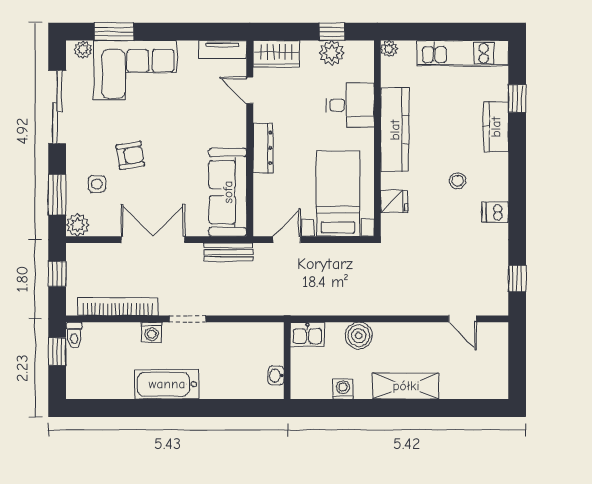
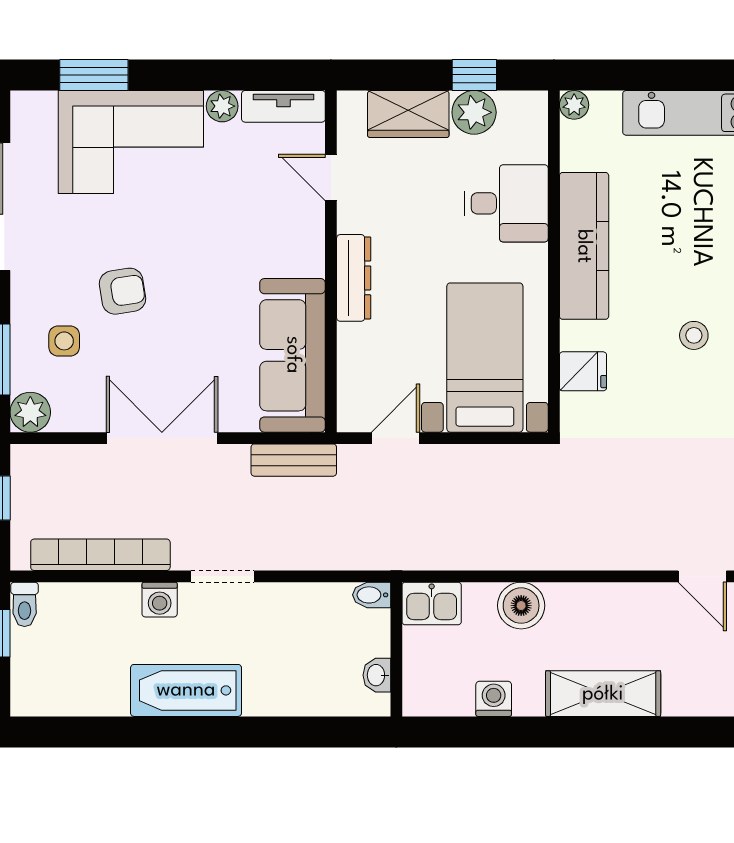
plant: (83, 49) -> (222, 106), moved
wardrobe: (276, 54) -> (408, 114), moved
bidet: (273, 330) -> (372, 595), added

